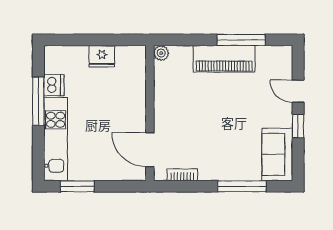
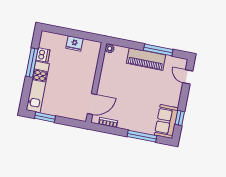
door: (298, 91) -> (188, 77), moved
window: (298, 126) -> (180, 118), moved
door: (150, 150) -> (92, 104), swing flipped

